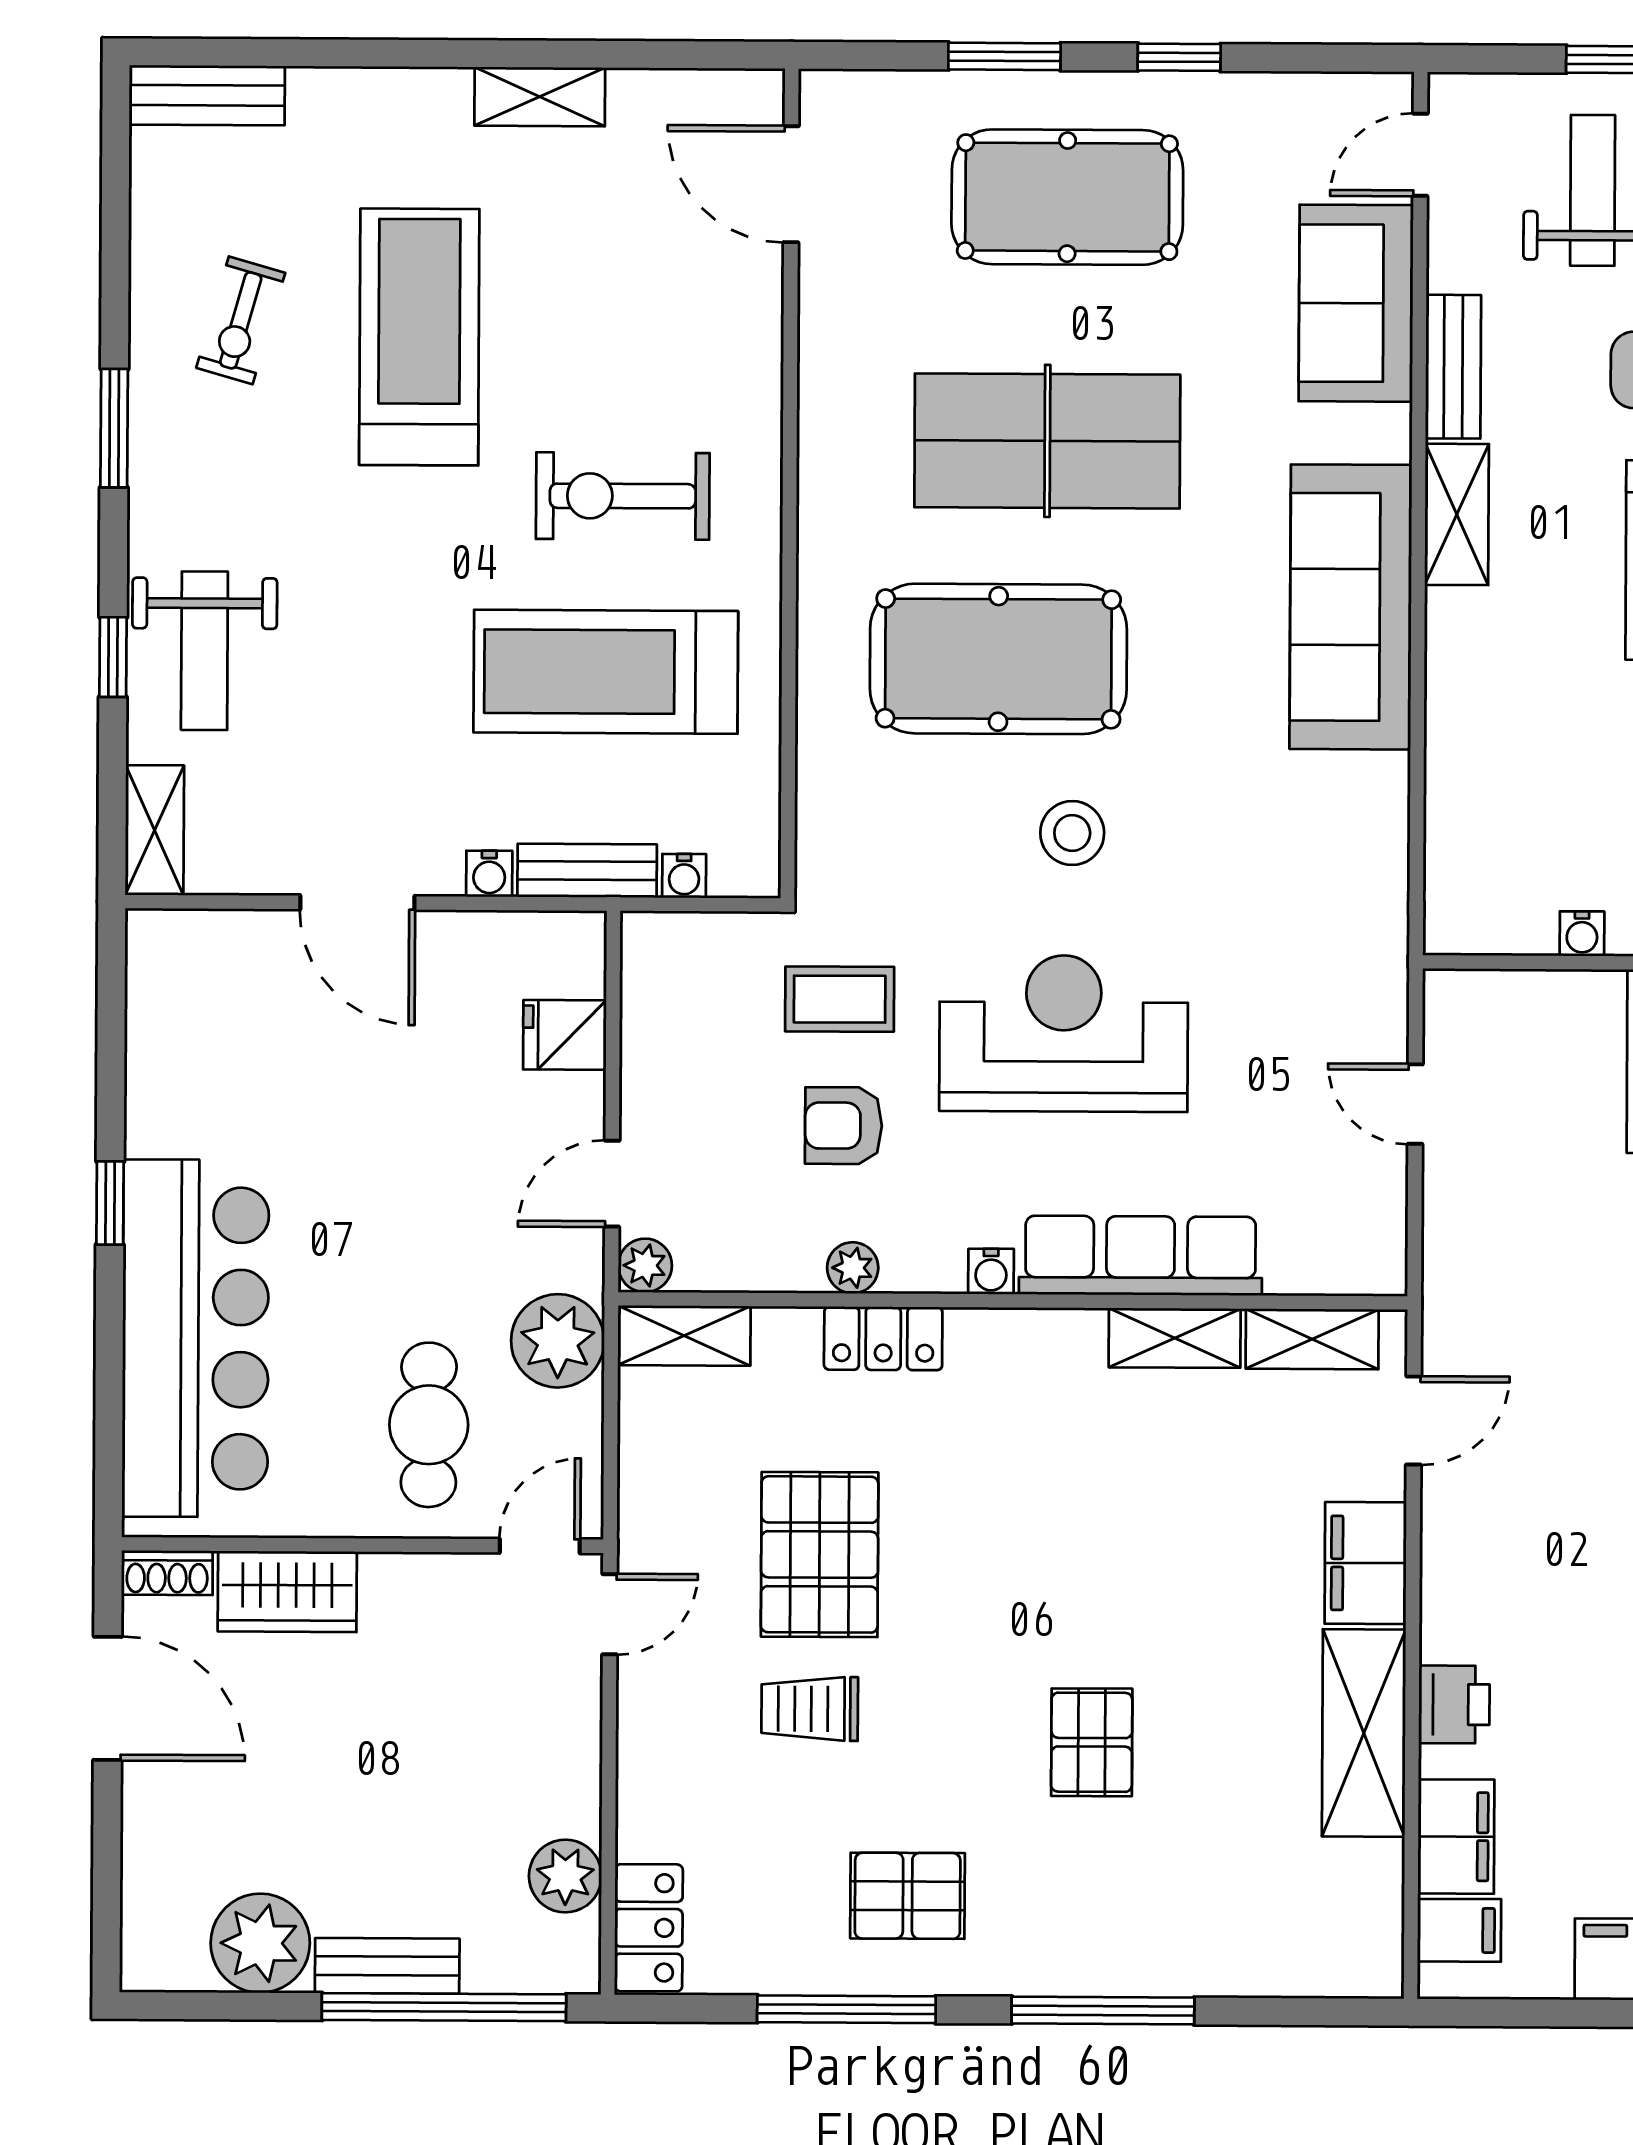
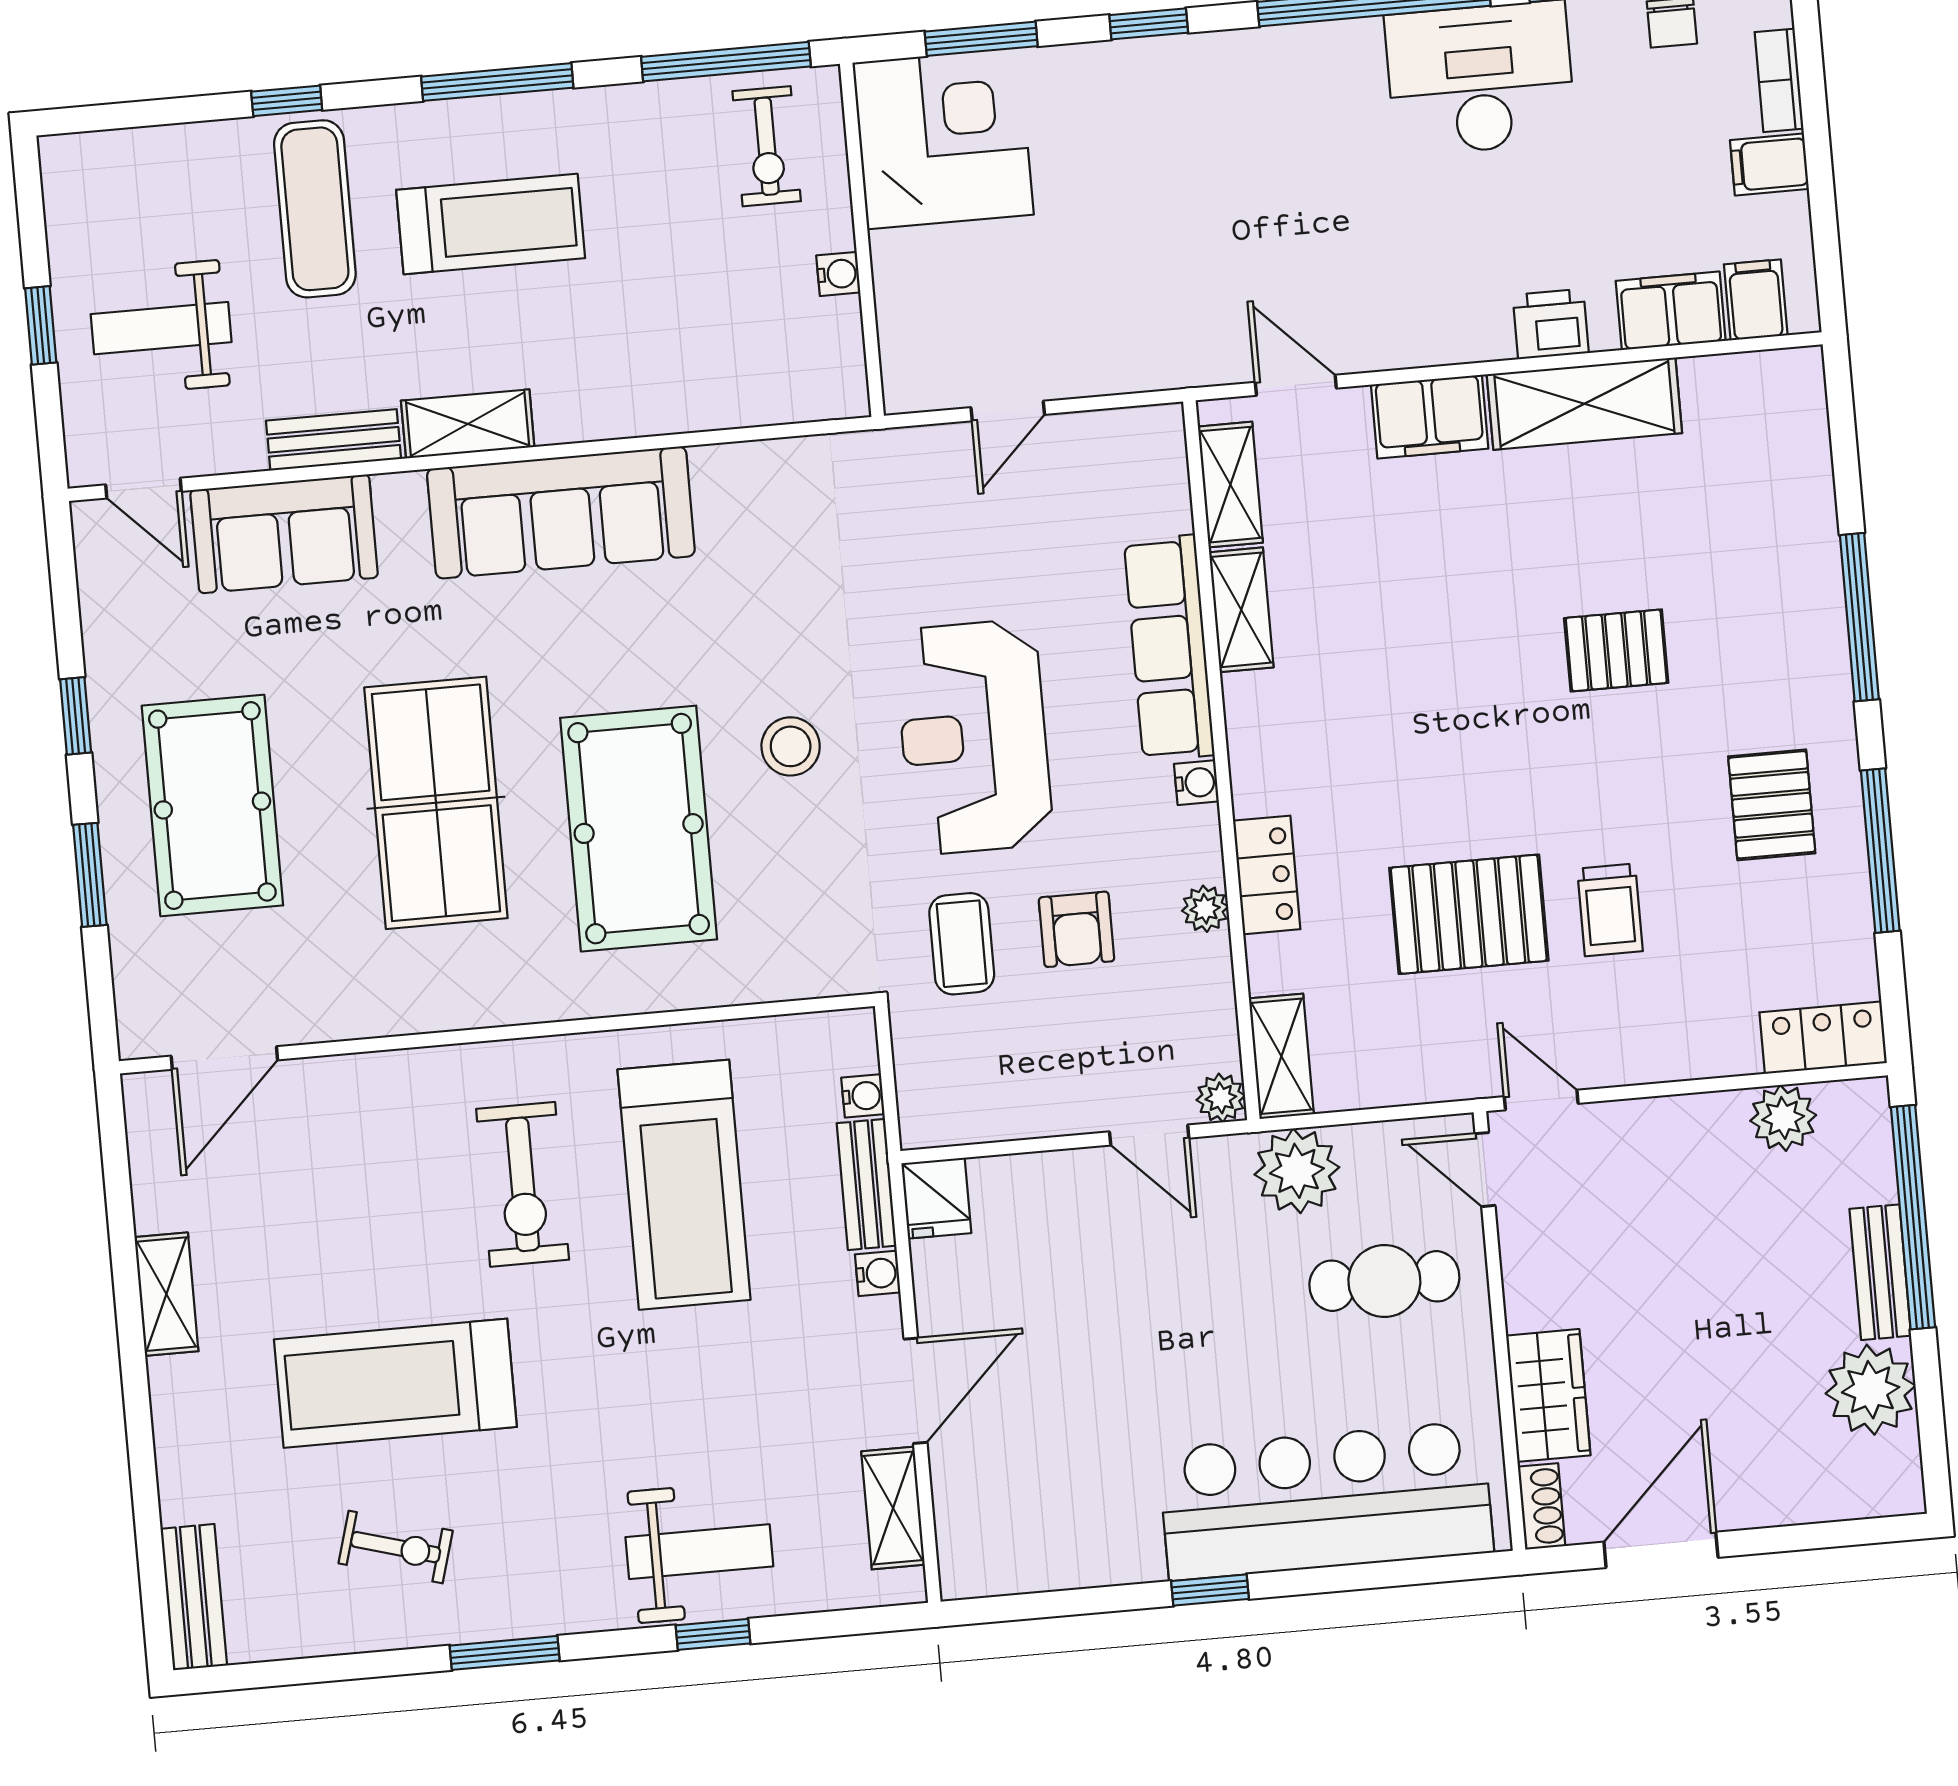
shelving: (155, 830) -> (893, 1508), moved, turned 90
fridge: (565, 1035) -> (936, 1198), moved

